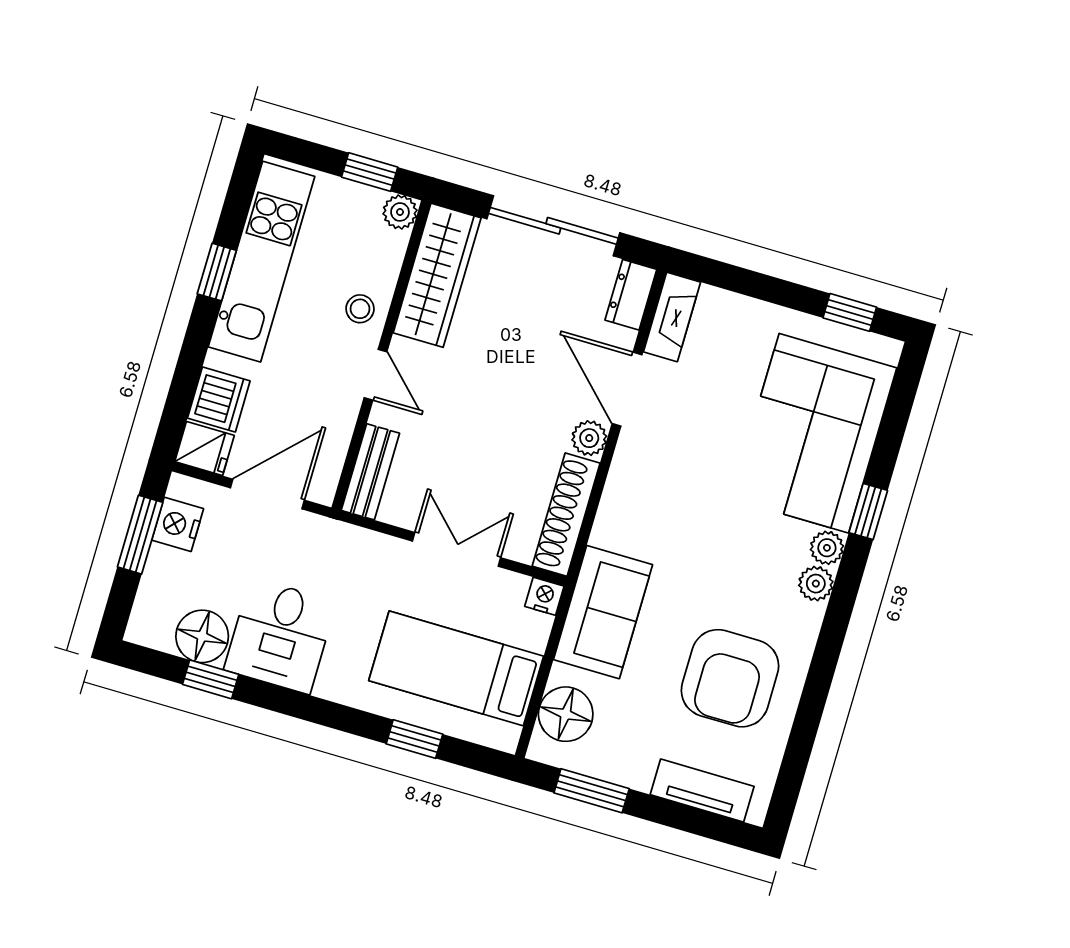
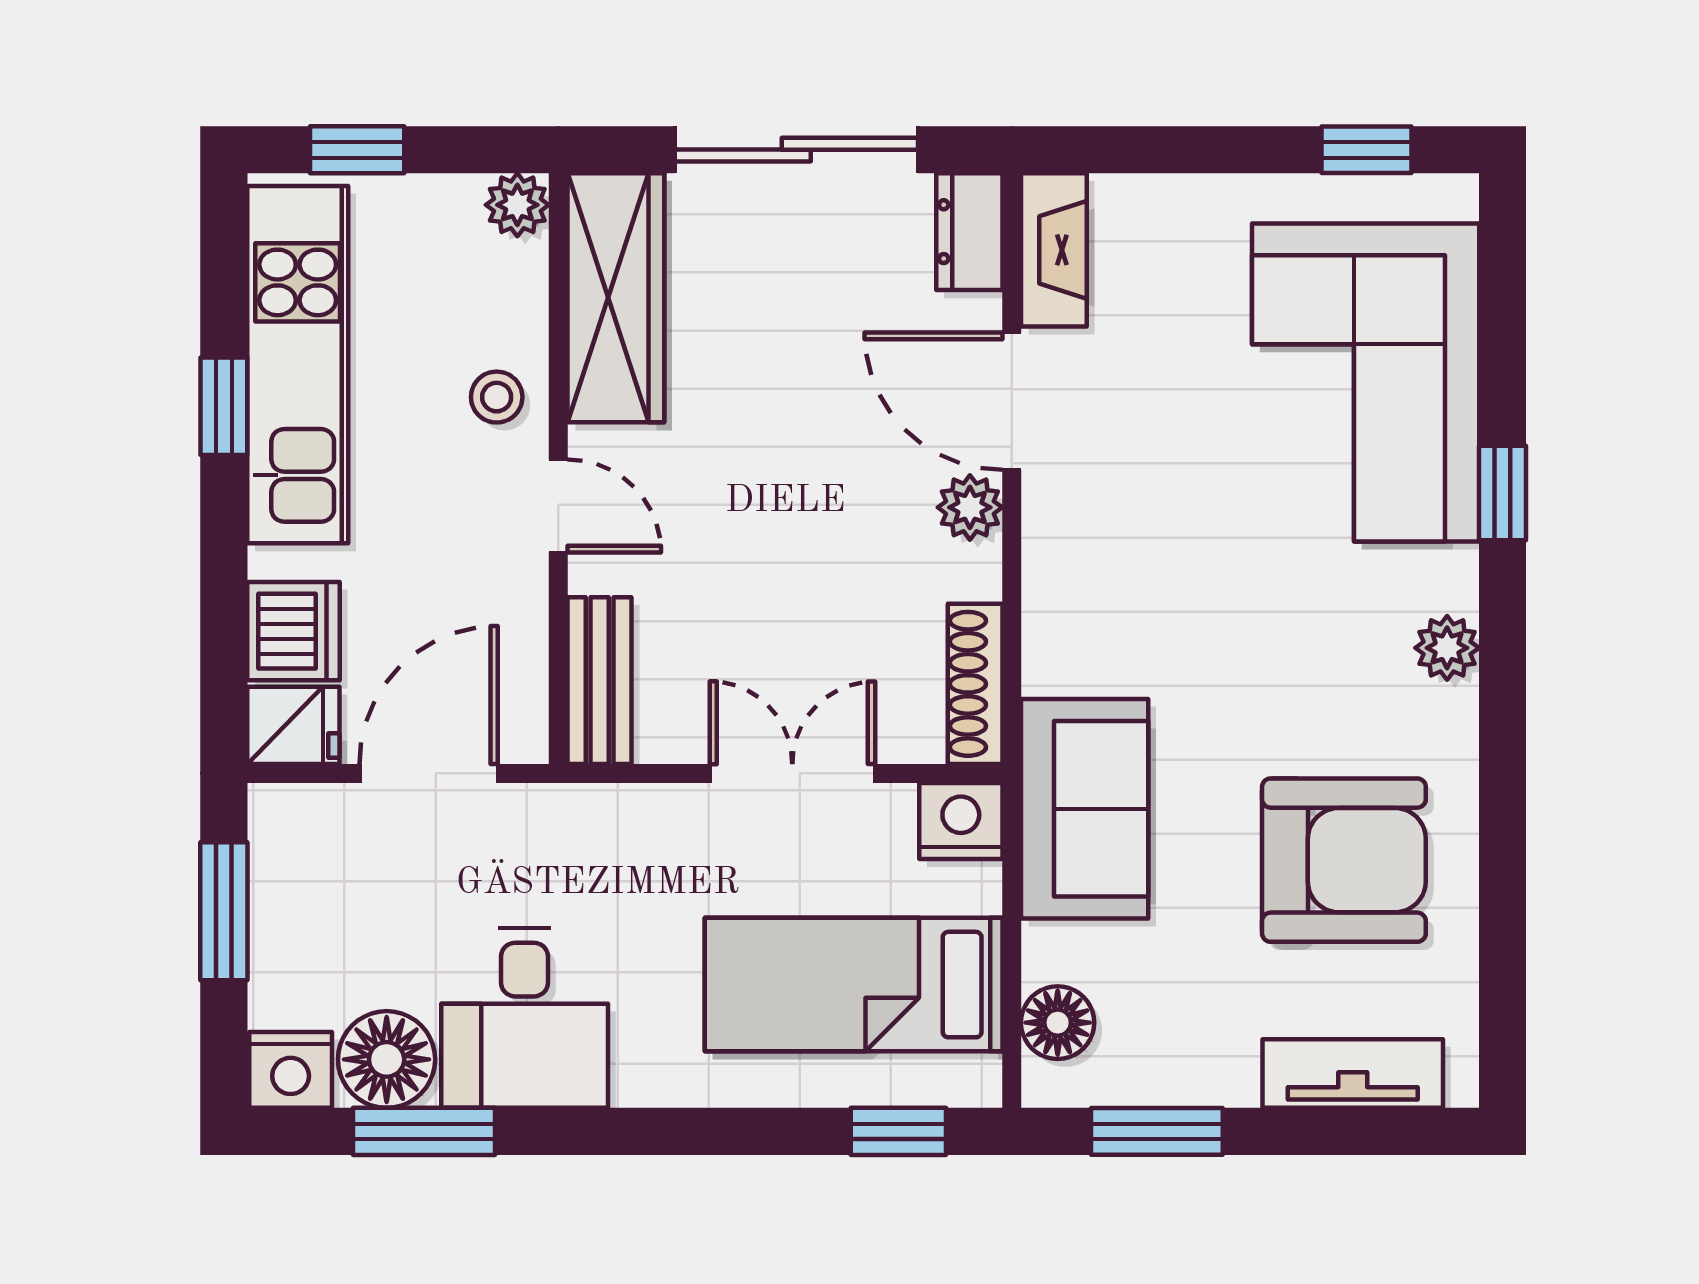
window: (370, 172) -> (357, 150), moved
shoe rack: (566, 515) -> (975, 684), width x0.74, depth x0.81
nightstand: (178, 524) -> (291, 1070), moved, turned -90
plant: (827, 548) -> (1448, 579), removed
nightstand: (544, 596) -> (961, 821), width x1.39, depth x1.35
armchair: (730, 678) -> (1344, 860), turned -90
window: (211, 679) -> (424, 1131), width x1.50
floor lamp: (566, 714) -> (1058, 1023), width x0.73, depth x0.73
window: (414, 739) -> (898, 1131), moved

